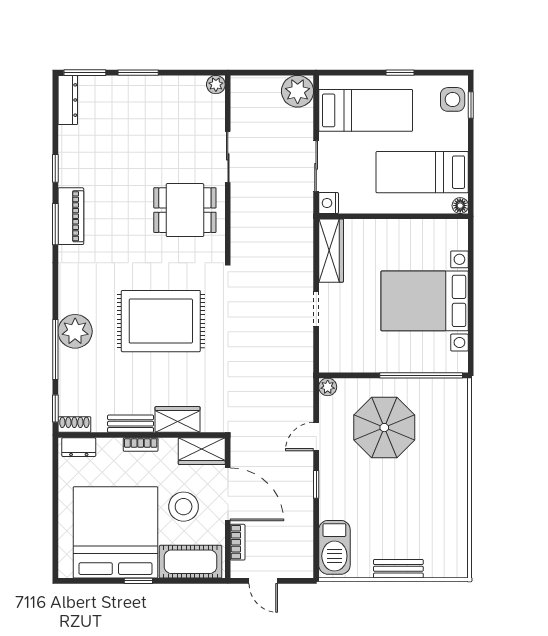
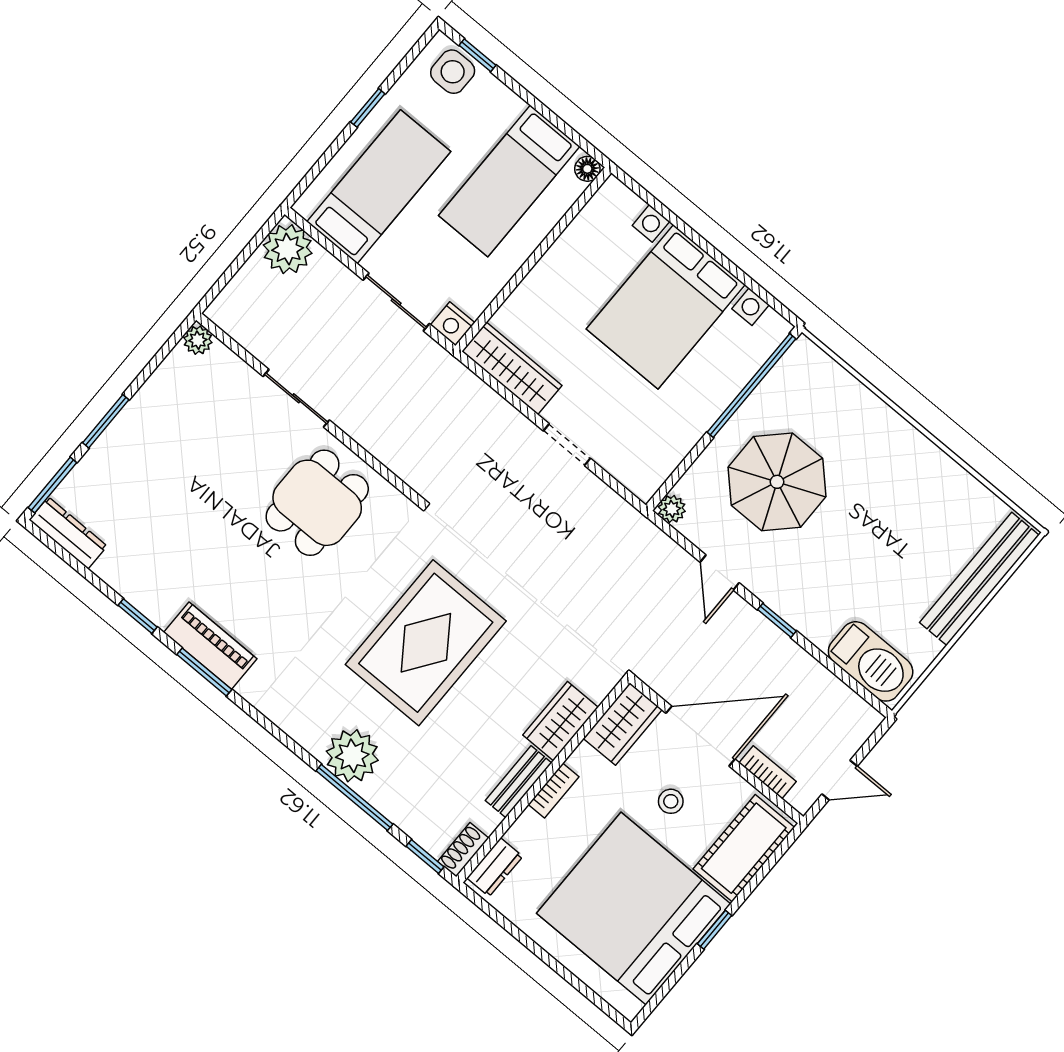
stool: (184, 507) -> (671, 801), width x0.53, depth x0.53
bench: (398, 569) -> (979, 579), width x1.86, depth x1.21

